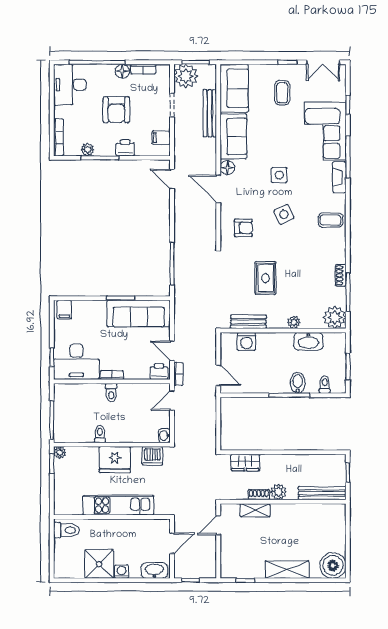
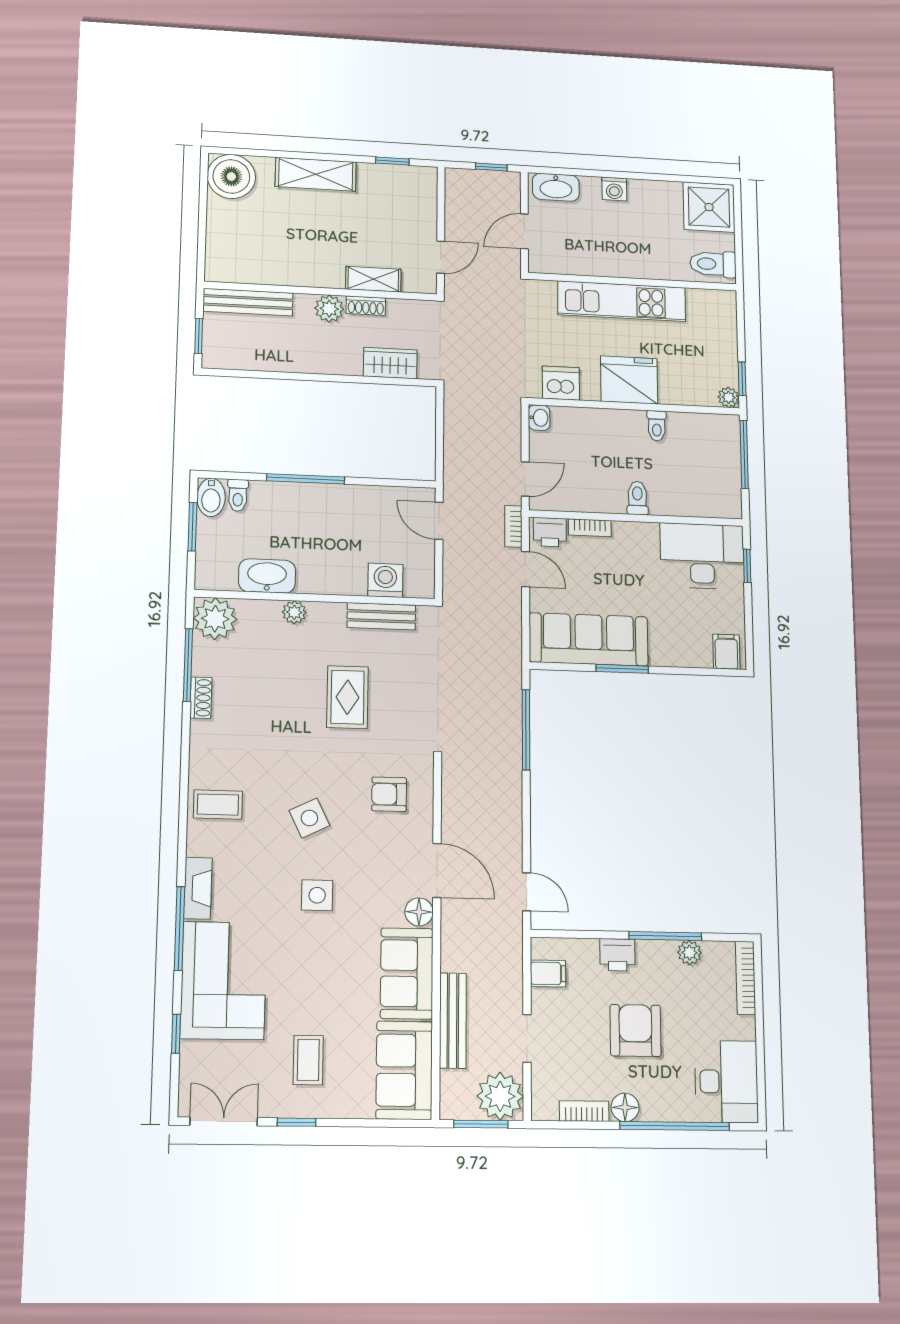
bookcase: (112, 375) -> (590, 528), moved
bidet: (298, 383) -> (211, 497), moved
shower: (99, 564) -> (709, 207), moved

